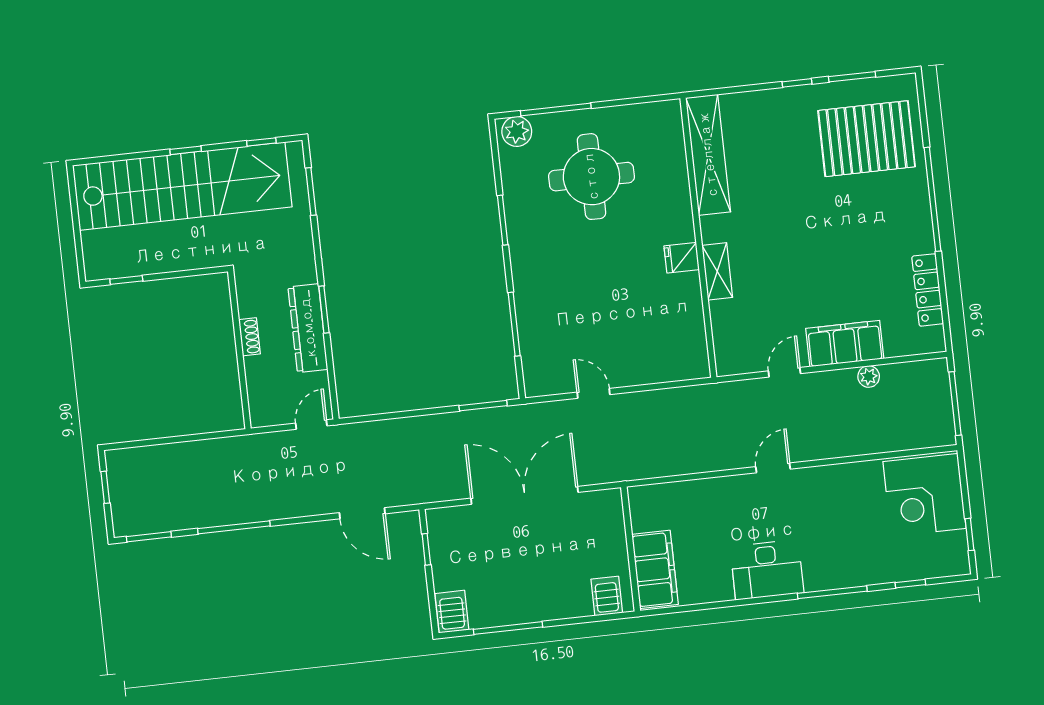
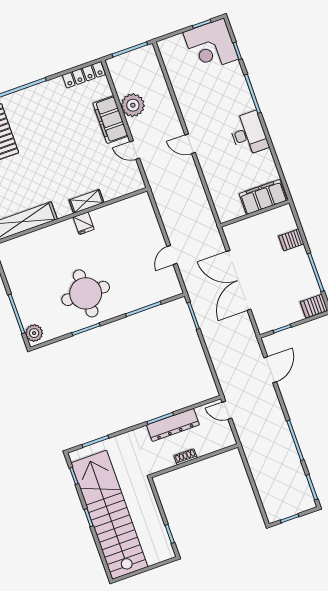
round table: (591, 177) -> (86, 293), moved
locker: (928, 290) -> (84, 75), moved
plant: (869, 376) -> (133, 105), width x1.87, depth x1.87
corner desk: (924, 495) -> (211, 46), moved, turned 90
server rack: (607, 596) -> (291, 240), moved

